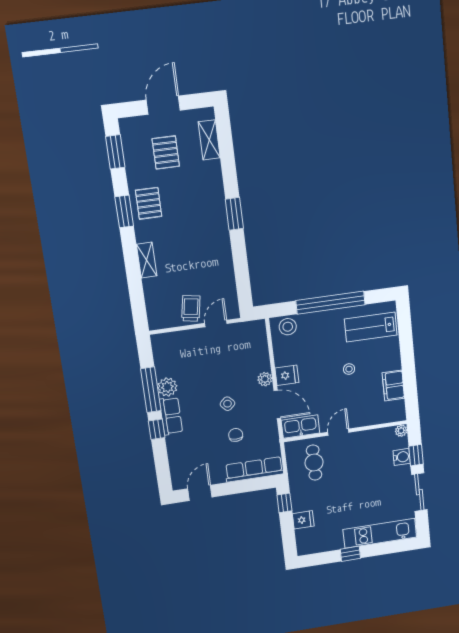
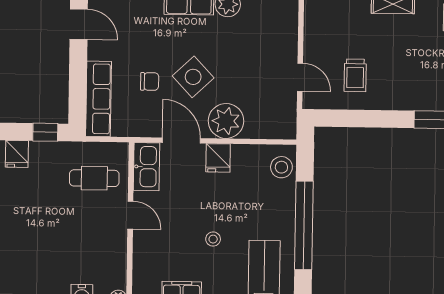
trolley: (191, 308) -> (355, 75), moved, turned 80
plant: (265, 379) -> (226, 121), width x1.87, depth x1.87
side table: (227, 404) -> (193, 77), width x1.87, depth x1.87
door: (277, 404) -> (181, 140), swing flipped

